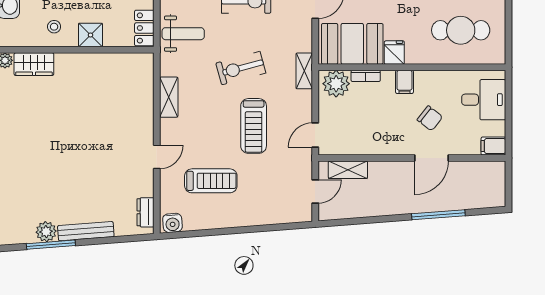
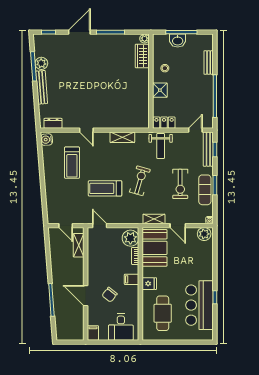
fridge: (394, 53) -> (149, 284), moved
exercise bike: (241, 68) -> (140, 181), turned 31
shelving: (304, 71) -> (154, 219), moved

